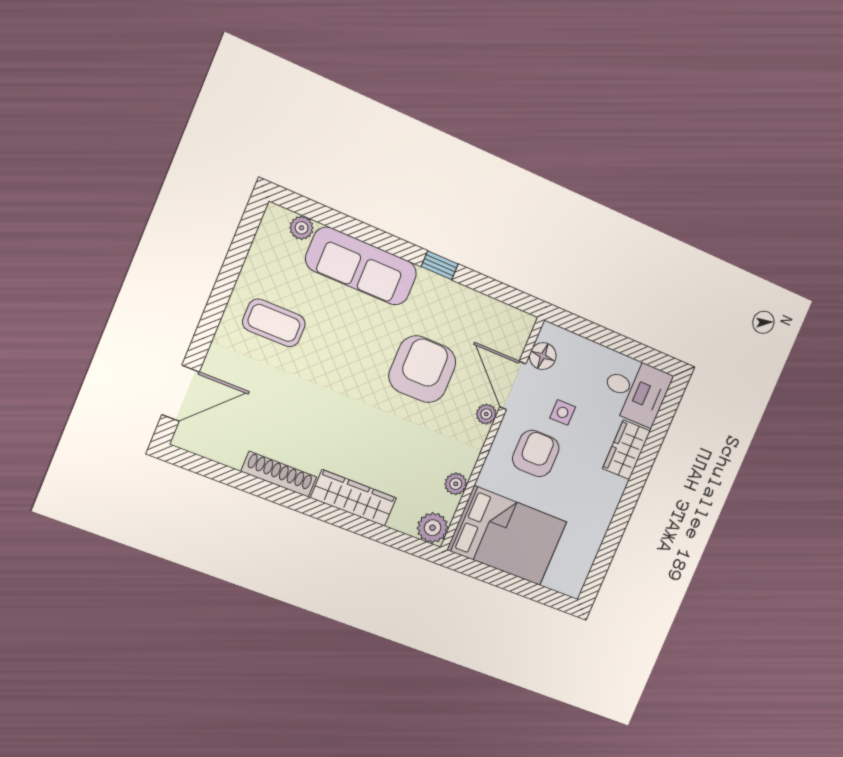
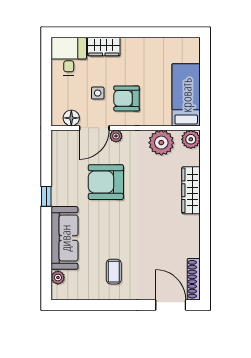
coffee table: (274, 323) -> (114, 272), width x0.73, depth x0.77
shoe rack: (279, 474) -> (194, 279), moved
plant: (456, 484) -> (161, 143), width x1.87, depth x1.87
bed: (507, 536) -> (186, 95), width x0.67

